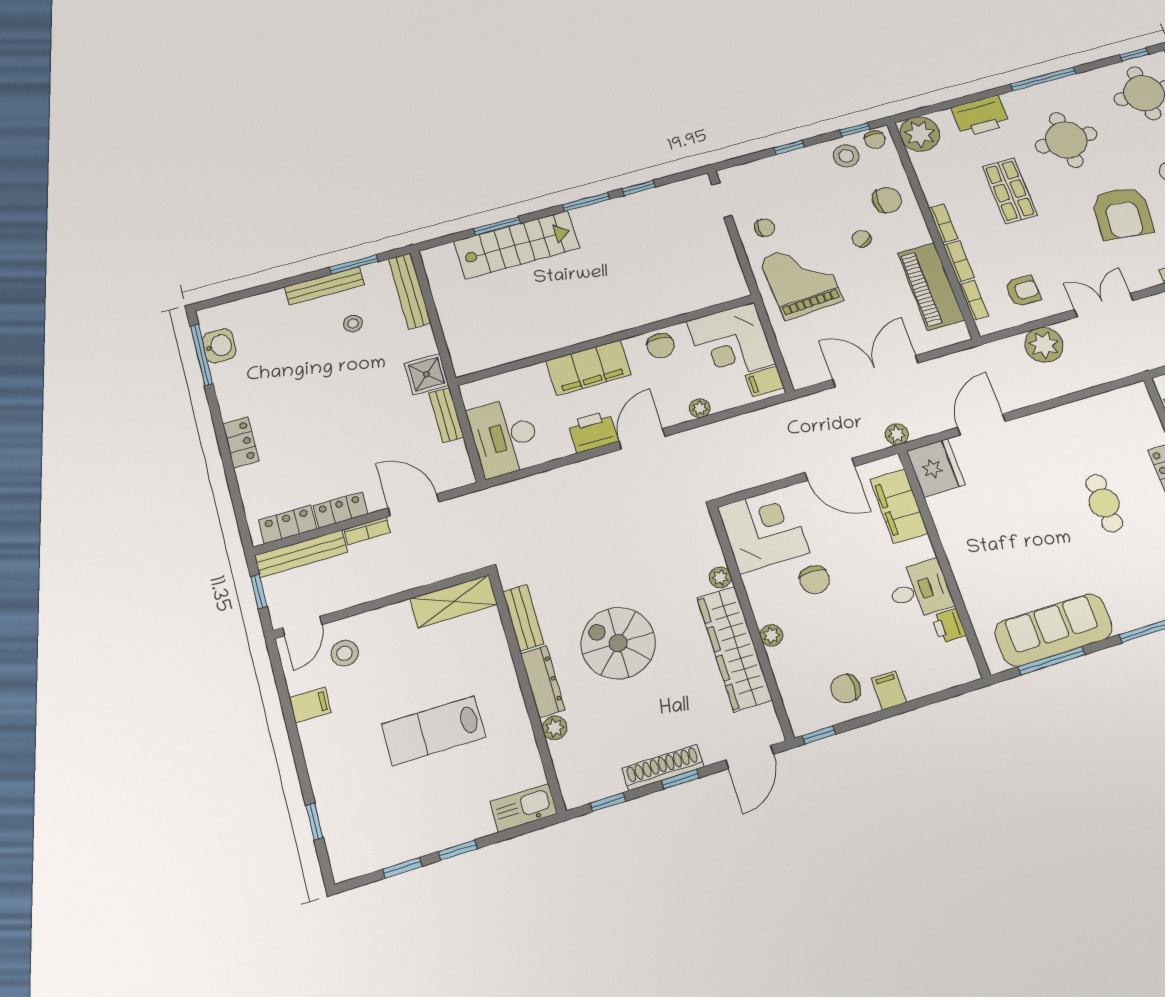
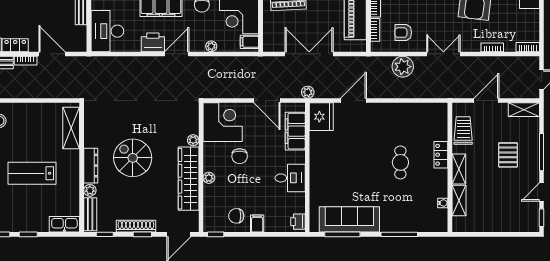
armchair: (1023, 291) -> (403, 33), turned 180
shelving: (454, 601) -> (71, 128), moved, turned 90
bench: (523, 618) -> (90, 214), moved
printer: (949, 626) -> (298, 222), moved

